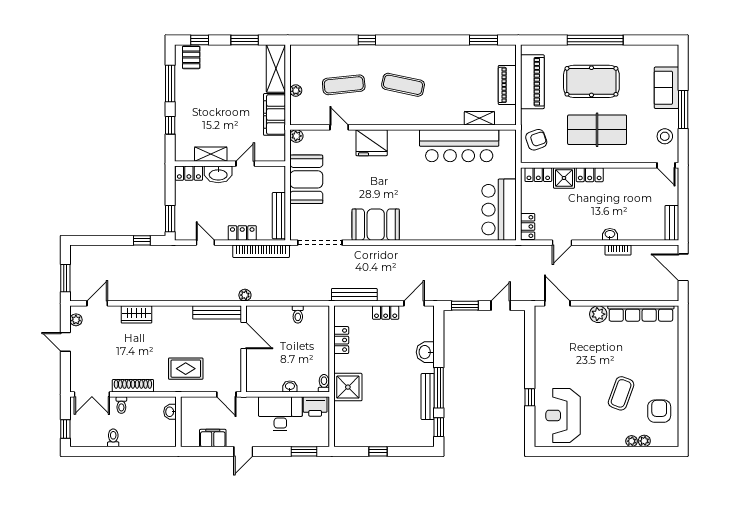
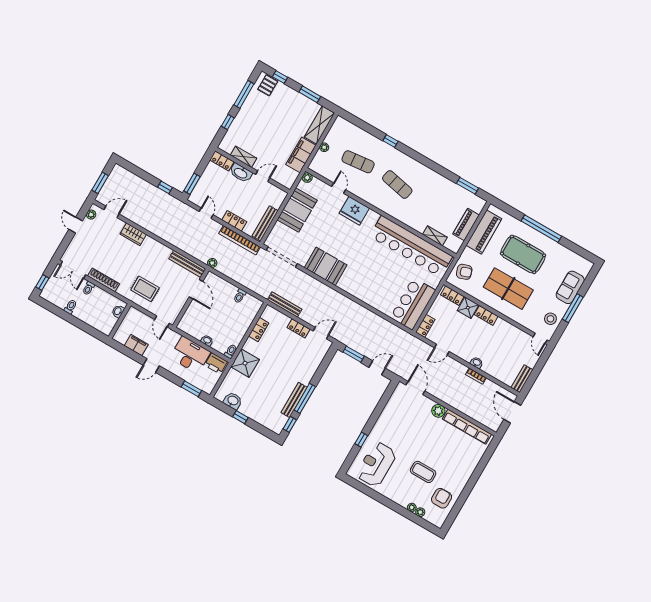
bar counter: (459, 146) -> (411, 246), width x1.36
washbasin: (425, 352) -> (233, 401), moved, turned 90
coffee table: (621, 393) -> (423, 472), turned 70

